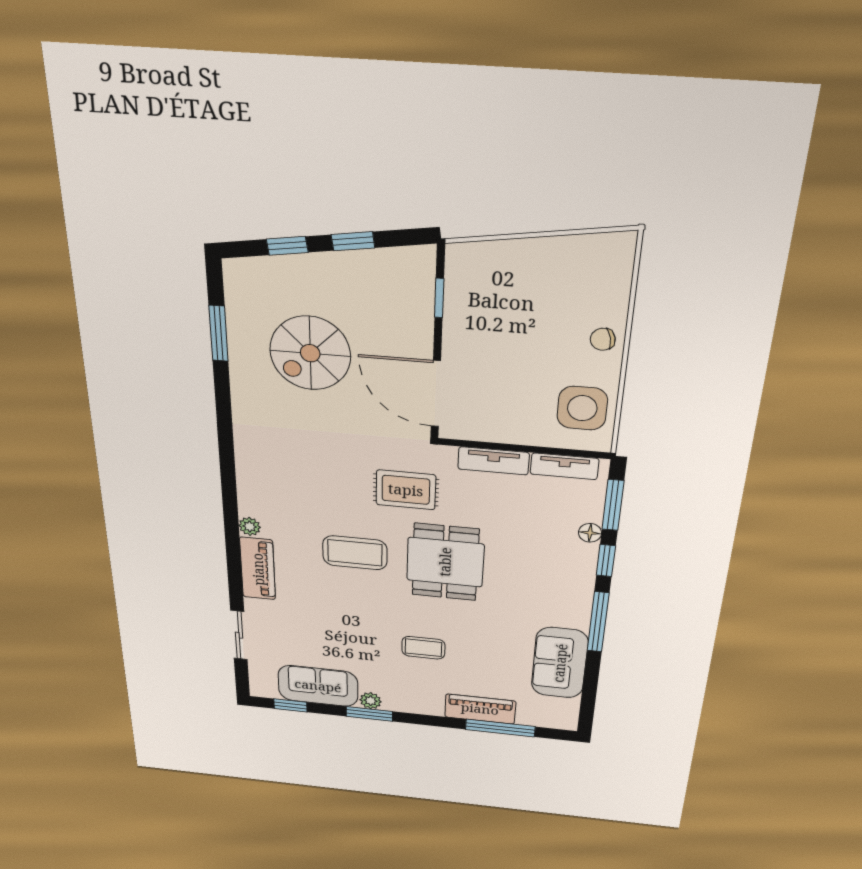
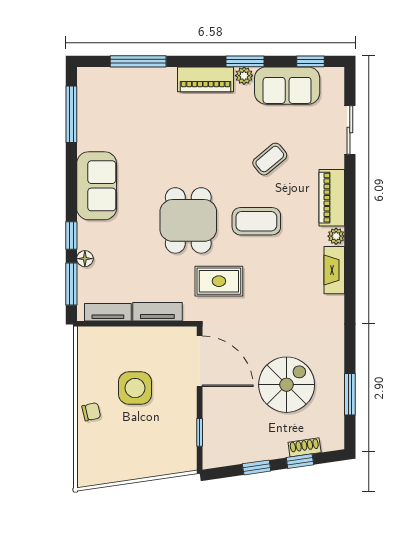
shoe rack: (281, 265) -> (305, 447), added
side table: (582, 408) -> (135, 388), moved
fireplace: (250, 489) -> (334, 270), added
window: (598, 622) -> (71, 114), moved
coffee table: (423, 648) -> (270, 159), moved, turned -40
sofa: (560, 663) -> (97, 186), moved
piano: (480, 709) -> (205, 79), moved

